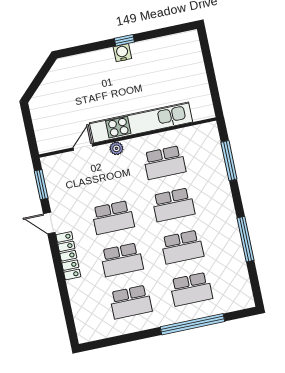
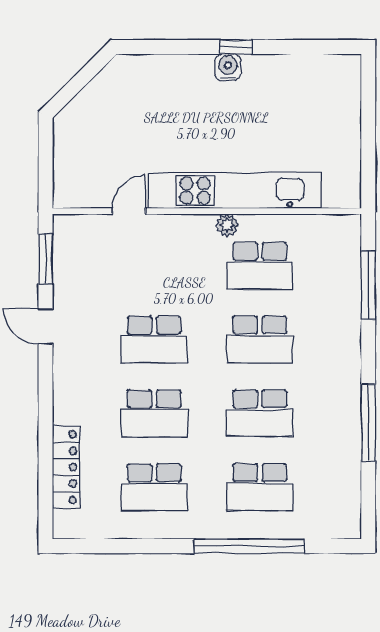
plant: (116, 148) -> (227, 225), moved
locker: (68, 256) -> (66, 467), moved

